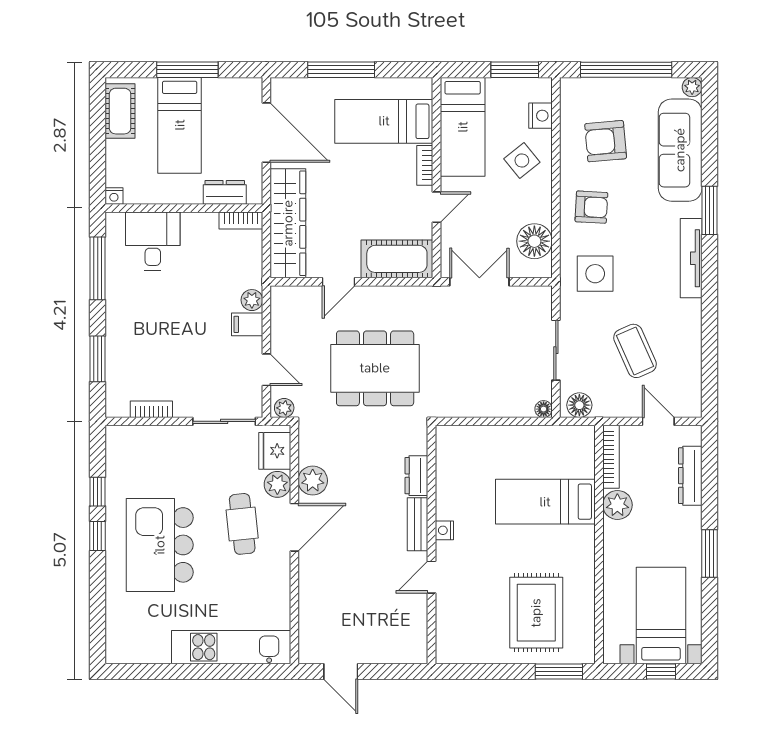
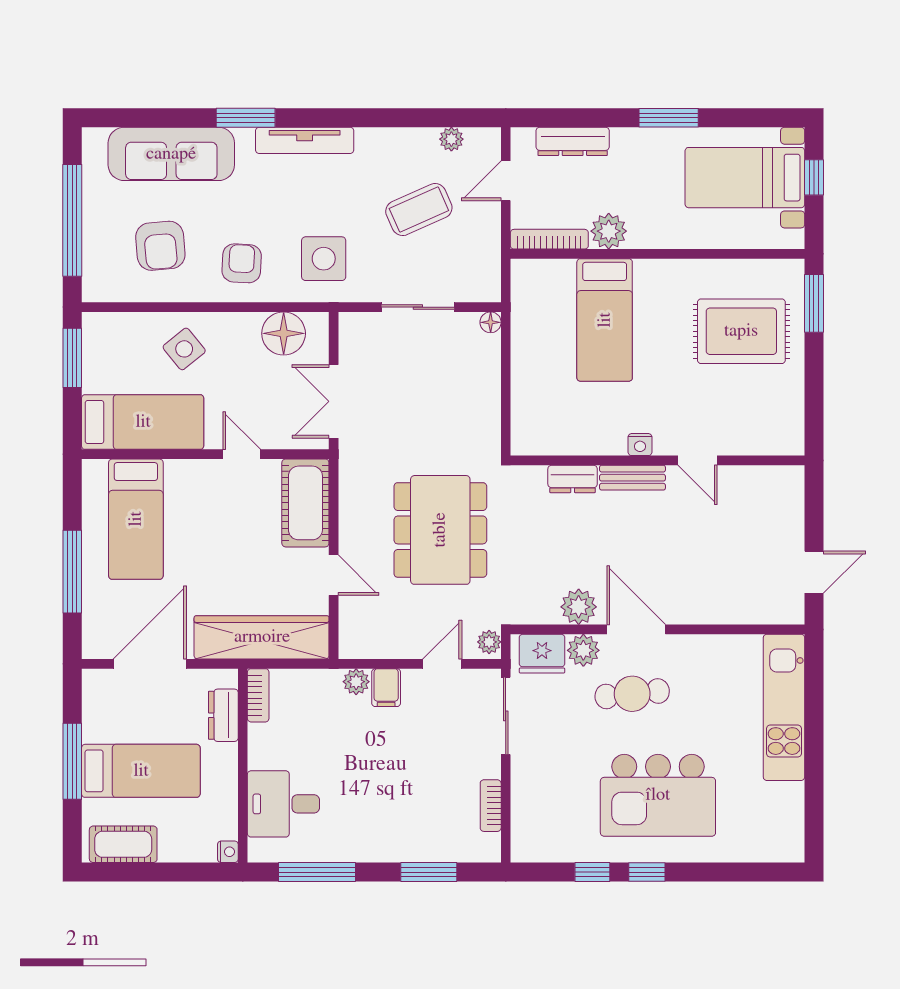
plant: (692, 87) -> (451, 139), moved
nightstand: (540, 116) -> (129, 326), removed
bookcase: (425, 165) -> (190, 469), removed
floor lamp: (579, 405) -> (486, 278), removed

